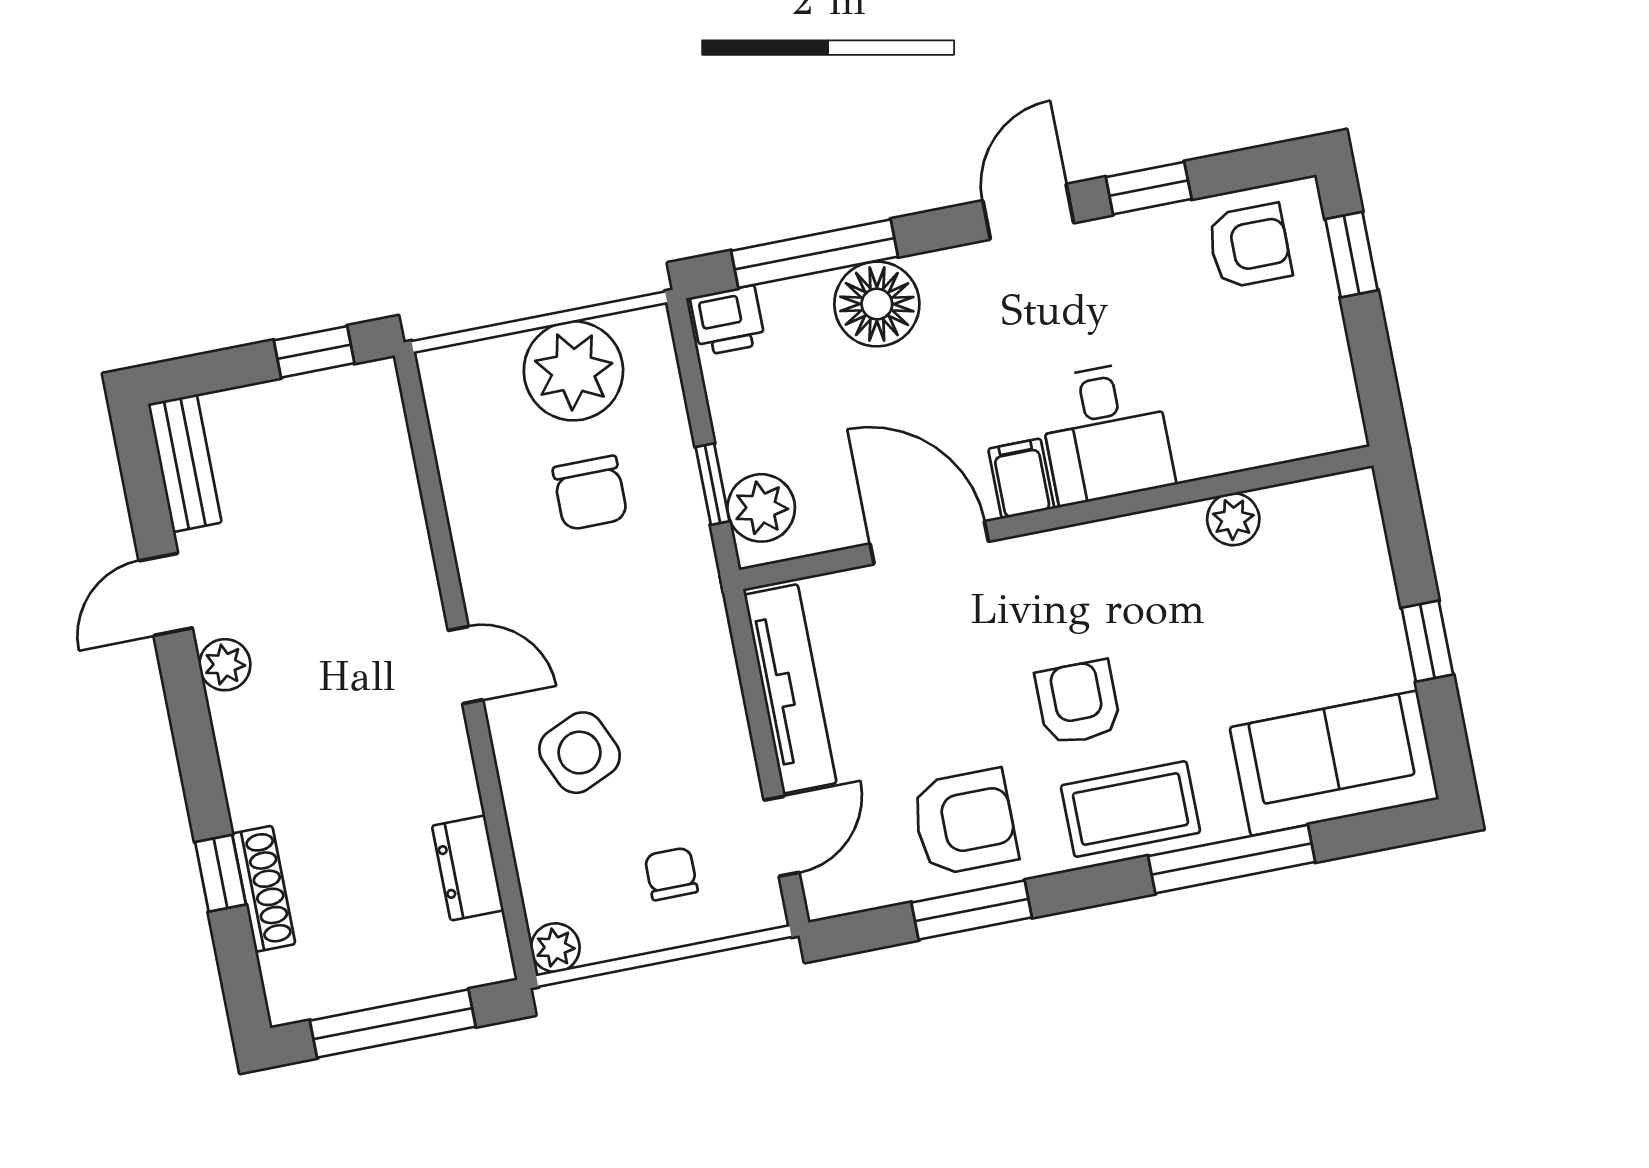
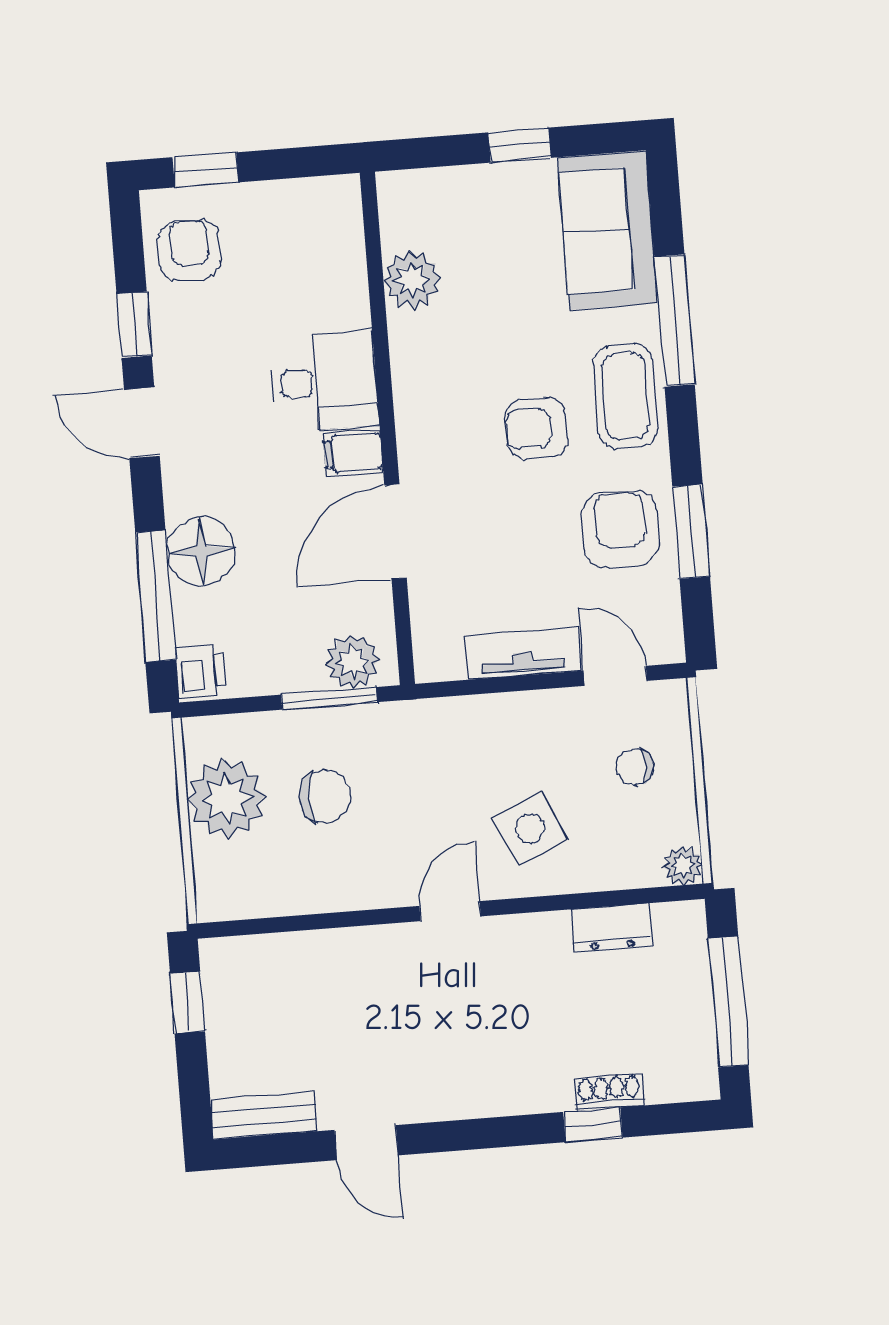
window: (713, 484) -> (329, 698), width x1.50
plant: (1233, 519) -> (412, 280), width x1.38, depth x1.38
plant: (225, 665) -> (428, 1102), removed
tv unit: (790, 689) -> (522, 654), width x0.71
shoe rack: (264, 889) -> (609, 1092), width x0.70

